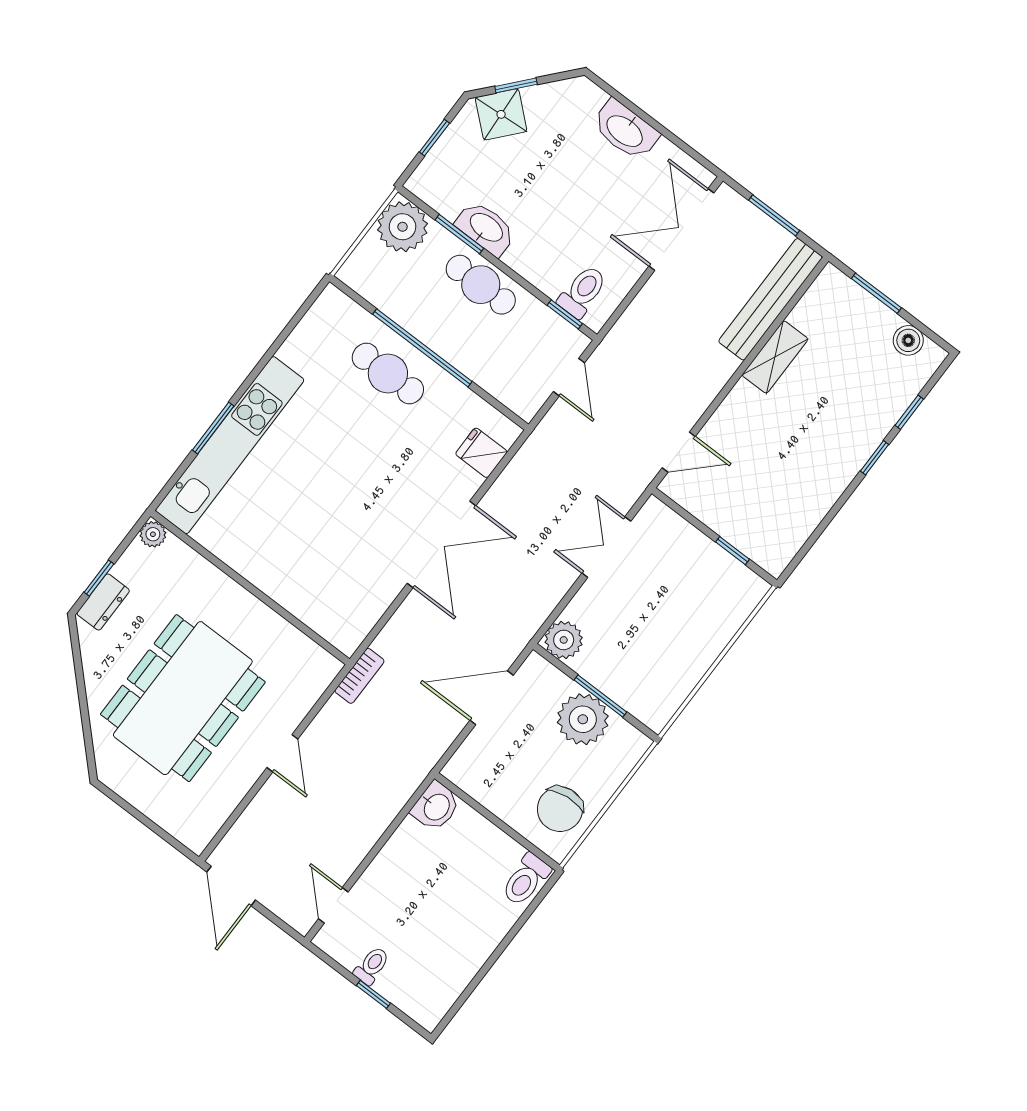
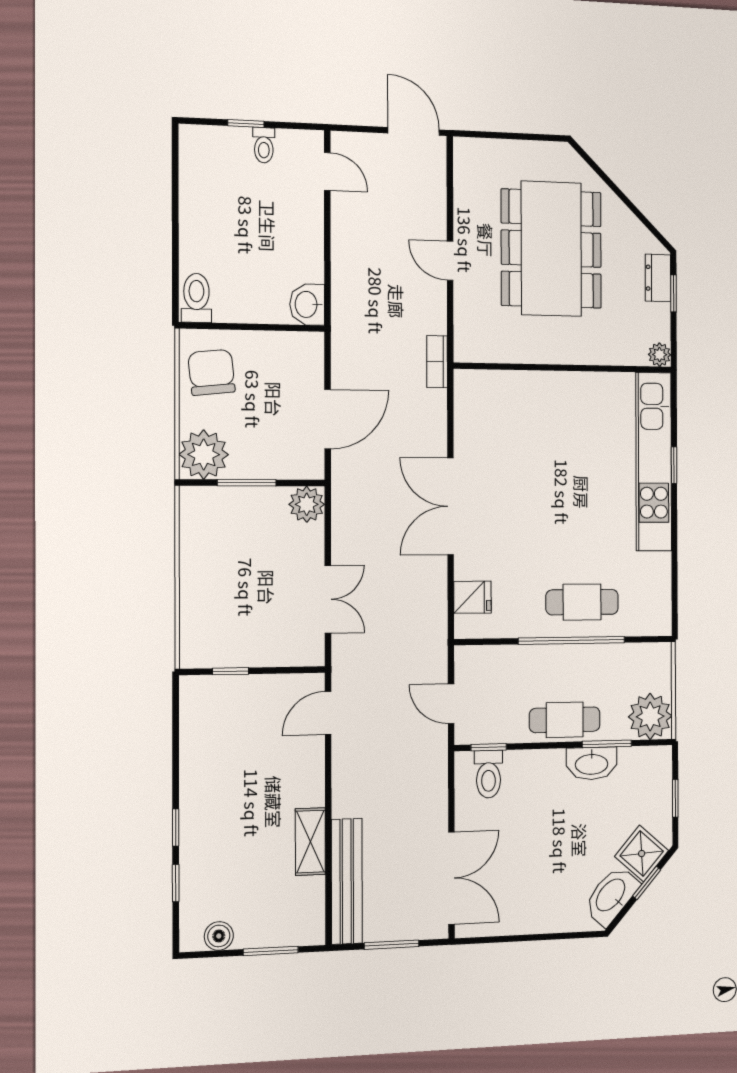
washbasin: (625, 130) -> (611, 896), moved, turned -49
window: (213, 428) -> (674, 465), width x0.67
plant: (583, 719) -> (204, 454), moved

